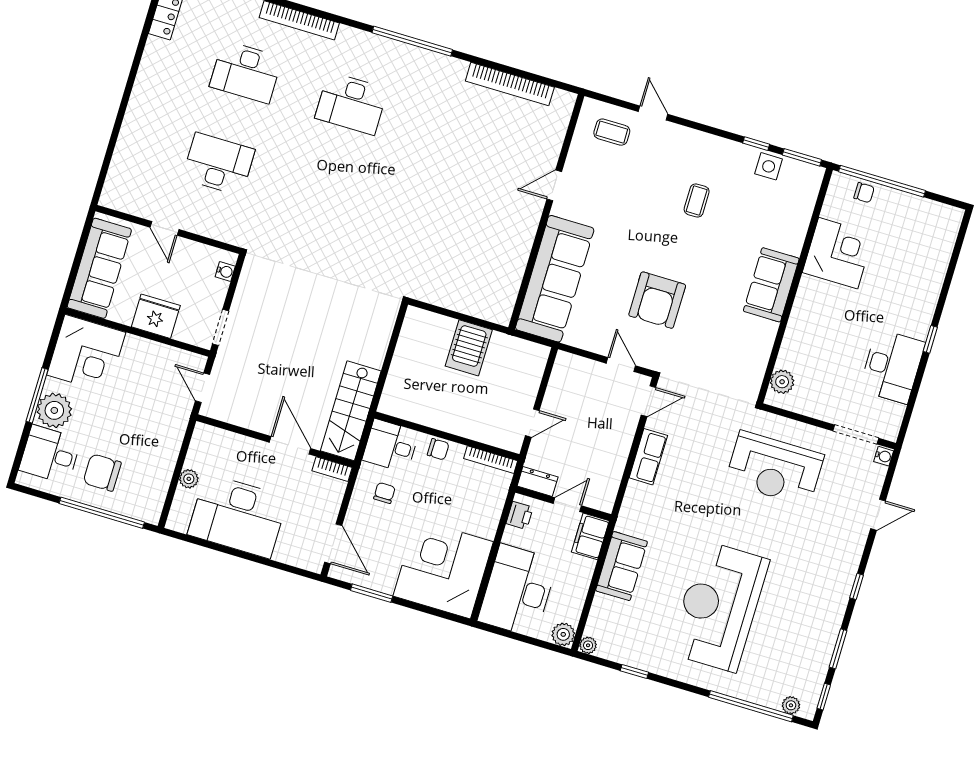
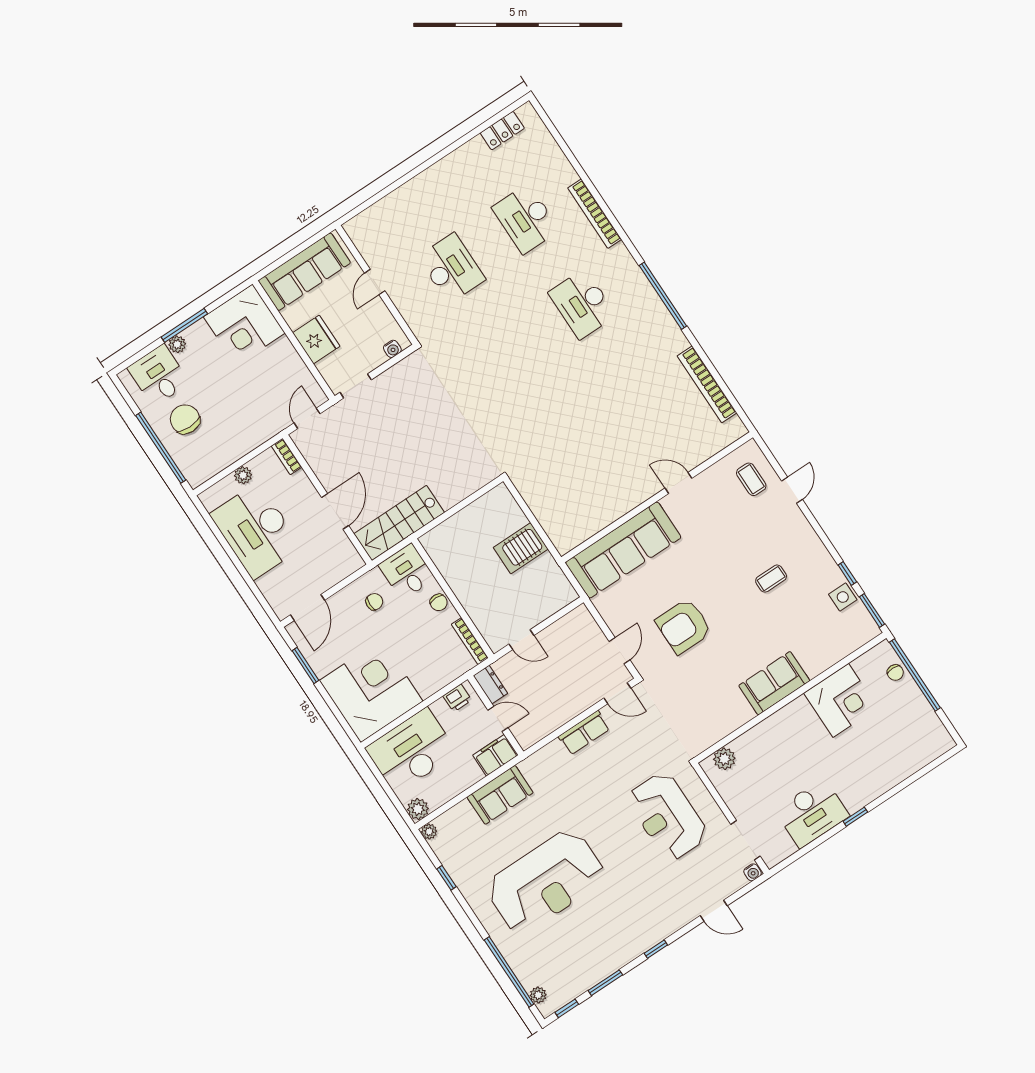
plant: (54, 410) -> (177, 344), width x0.53, depth x0.53
bookcase: (332, 469) -> (287, 457), moved
reception desk: (719, 606) -> (546, 882), turned 180

